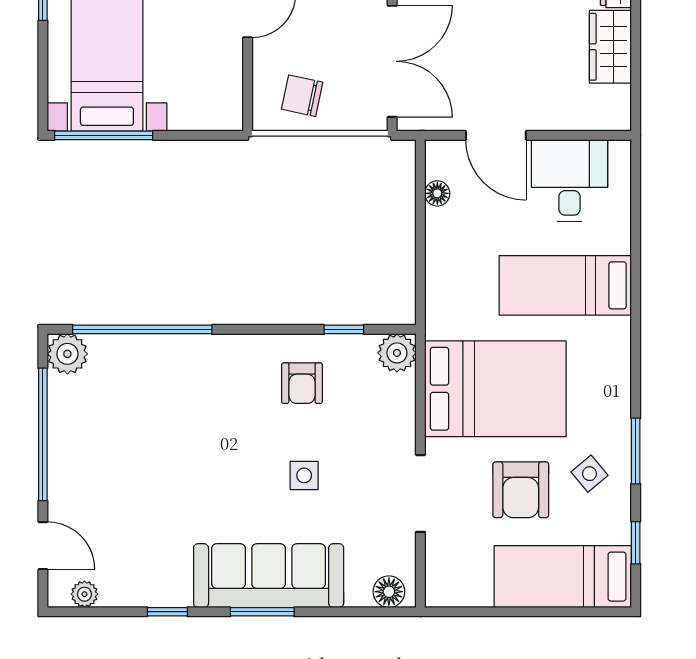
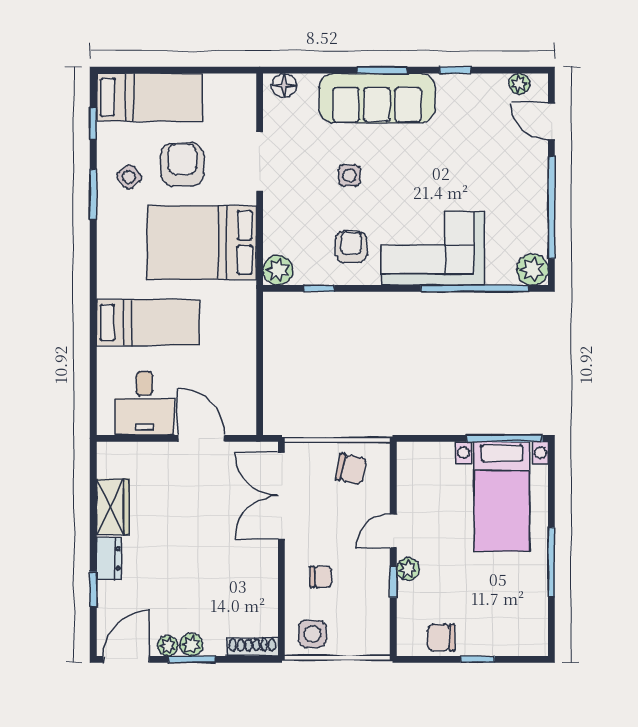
floor lamp: (437, 193) -> (247, 394), removed
corner sofa: (197, 381) -> (433, 248), added

